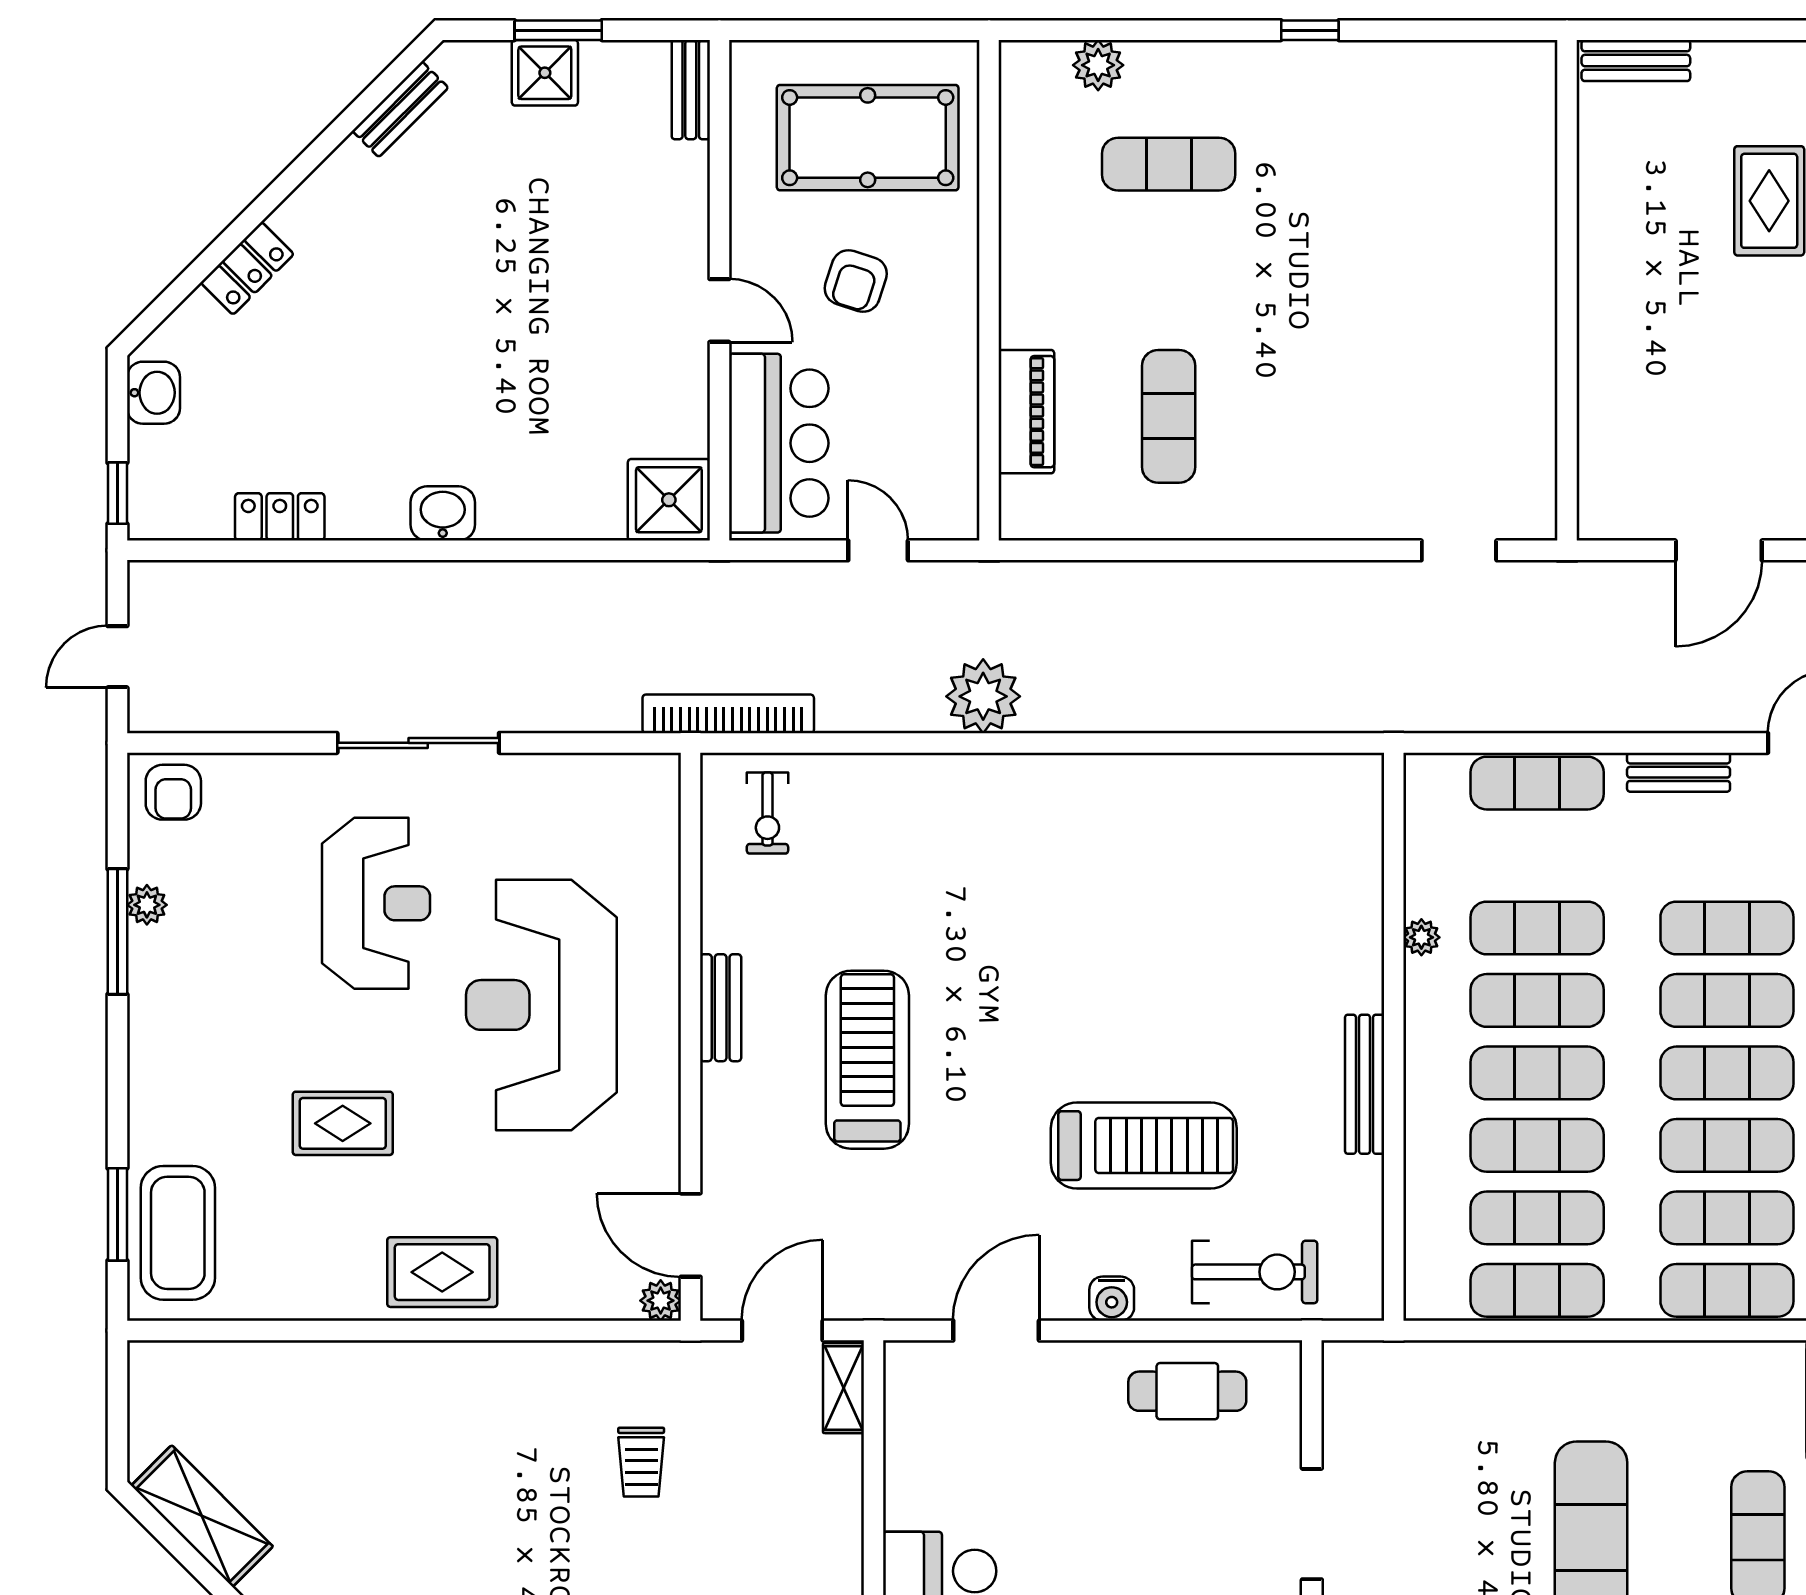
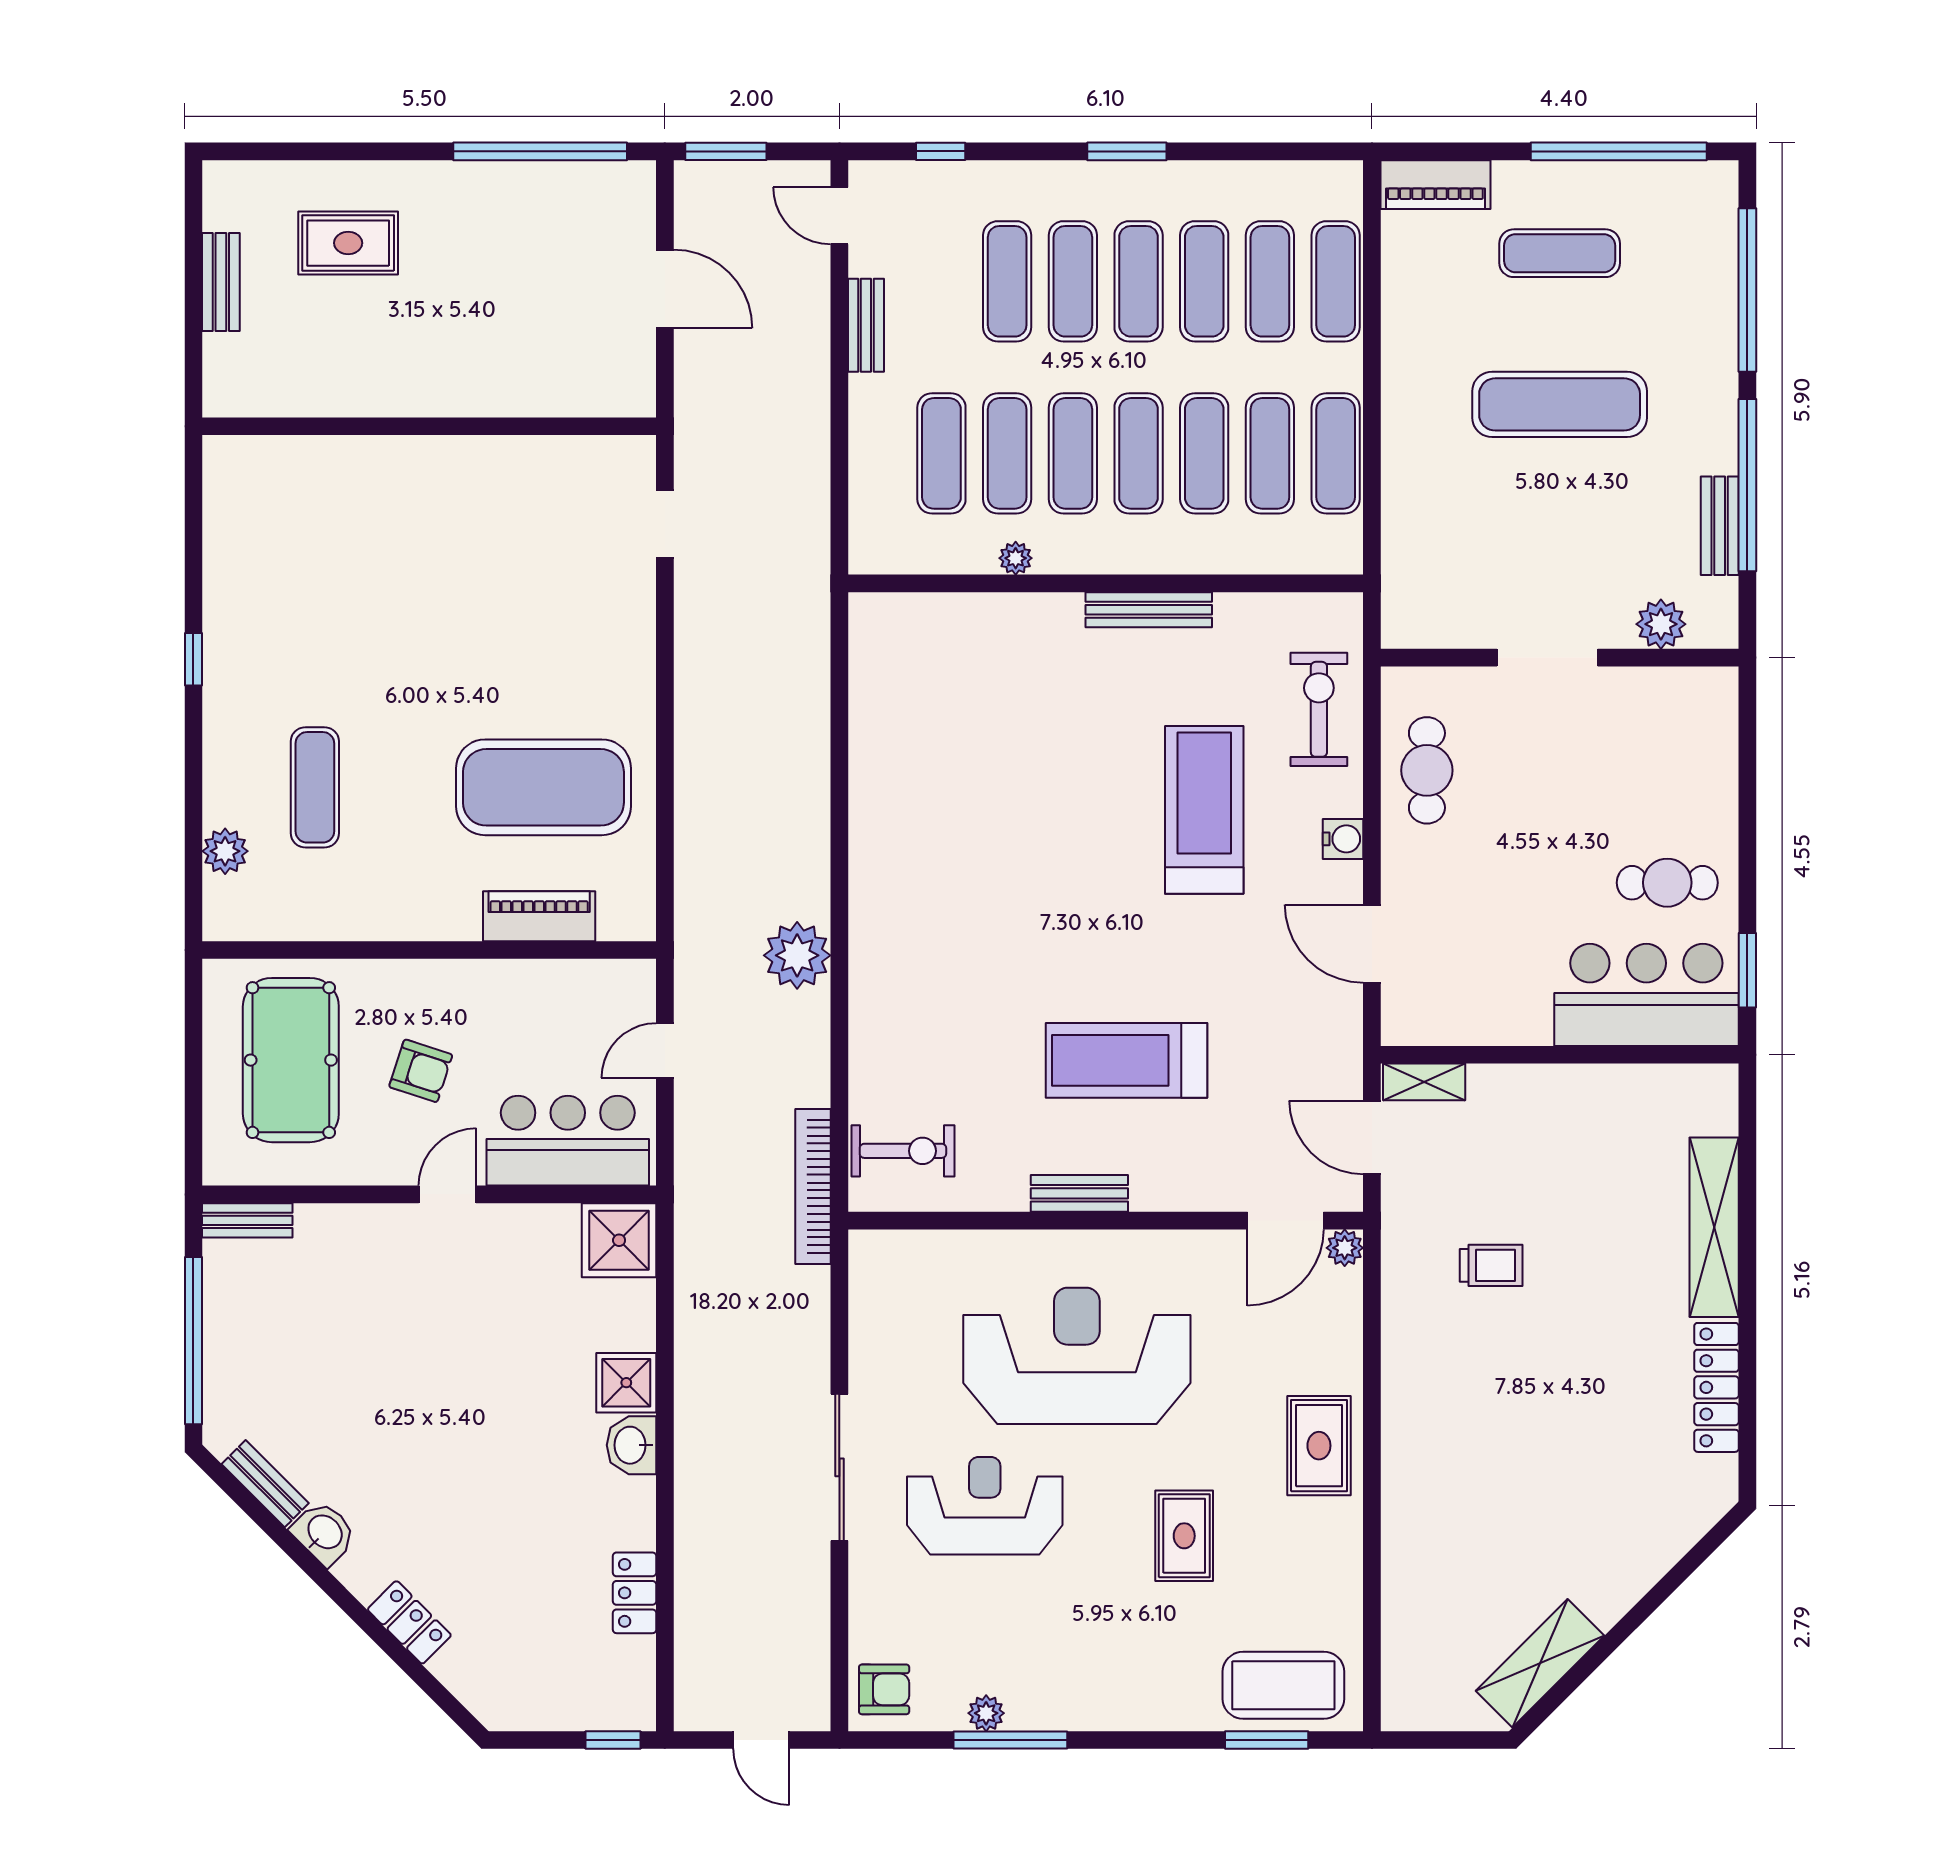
window: (558, 30) -> (193, 1341), width x2.11
bench: (1636, 61) -> (221, 282), moved
shower: (545, 73) -> (626, 1383), moved
washbasin: (153, 393) -> (324, 1533), moved, turned 45
exercise mat: (1169, 416) -> (543, 787), width x2.00, depth x1.45
exercise mat: (1537, 783) -> (941, 453), moved
exercise bike: (767, 813) -> (903, 1151), width x1.38, depth x1.39
reception desk: (541, 1005) -> (1077, 1356), turned 180

